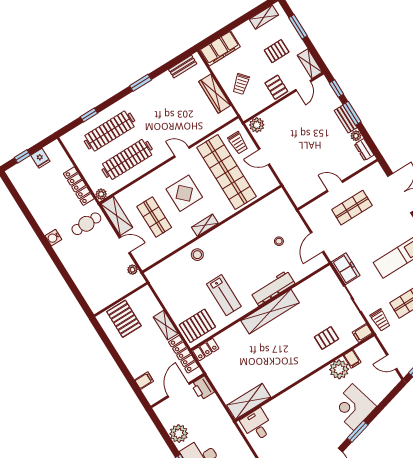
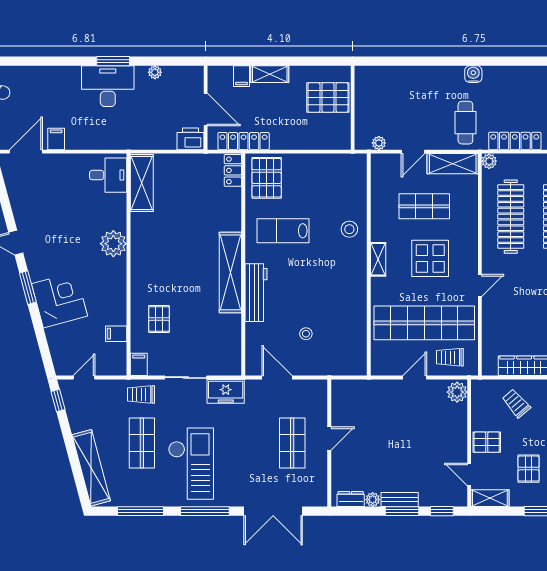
shelving: (166, 325) -> (270, 74), moved
plant: (339, 369) -> (113, 244), moved
plant: (179, 434) -> (155, 72), width x0.53, depth x0.53

